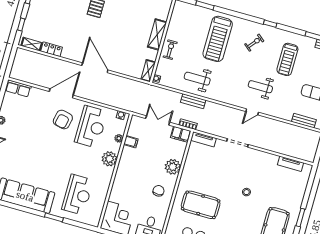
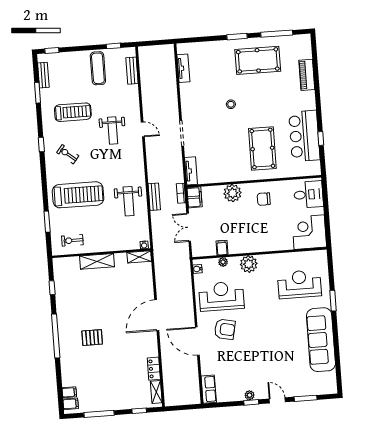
exercise bike: (170, 50) -> (72, 240), moved

